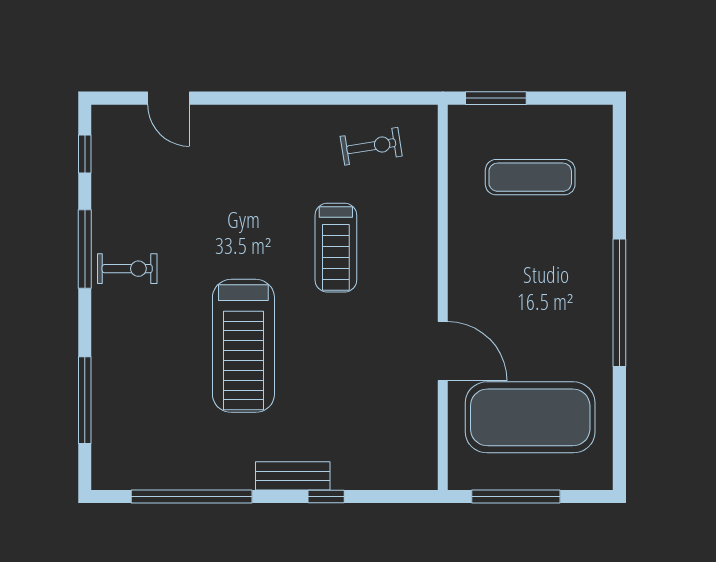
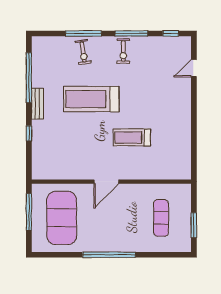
window: (496, 98) -> (194, 225), moved
exercise bike: (371, 146) -> (83, 52), moved
door: (443, 351) -> (106, 182), moved
window: (85, 400) -> (83, 33), moved
bench: (293, 476) -> (37, 104), moved

